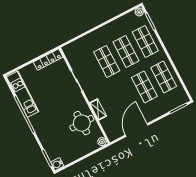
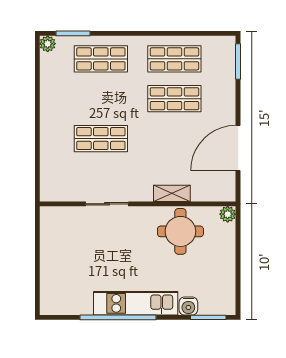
shop shelf: (126, 51) -> (101, 99), removed
locker: (48, 60) -> (48, 233), removed
kitchen unit: (23, 94) -> (136, 303), moved
door: (137, 130) -> (238, 148), hinge flipped
water cooler: (57, 164) -> (188, 306), moved

